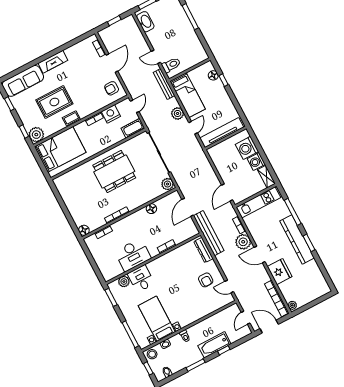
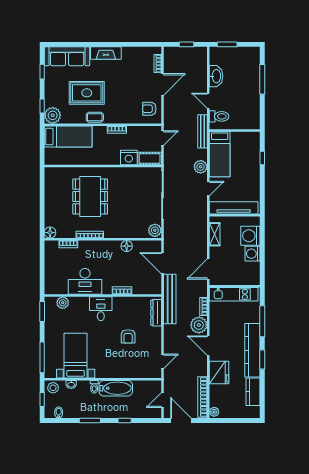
washbasin: (145, 22) -> (216, 76), moved
floor lamp: (213, 75) -> (255, 148), removed
nightstand: (111, 114) -> (129, 157), moved, turned 180
bed: (60, 149) -> (68, 137), width x0.67
dining table: (114, 172) -> (90, 197), moved, turned 90
shelving: (266, 177) -> (215, 234), moved
door: (188, 207) -> (162, 263), hinge flipped
kitchen counter: (315, 273) -> (253, 392), added
desk: (141, 279) -> (101, 309), moved
armchair: (206, 280) -> (128, 336), moved
door: (229, 287) -> (162, 361), swing flipped
bathtub: (214, 345) -> (116, 388), moved, turned 180

